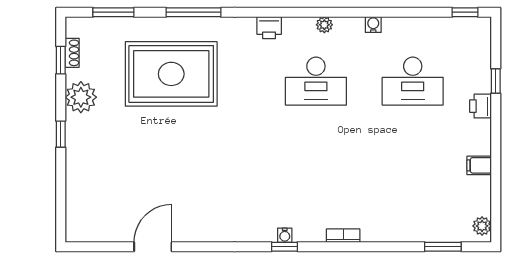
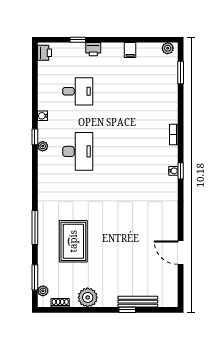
window: (465, 12) -> (35, 137), moved
plant: (92, 25) -> (43, 291), added
printer: (269, 28) -> (45, 53), moved
window: (61, 60) -> (65, 310), removed
rug: (171, 74) -> (73, 241), width x0.73, depth x0.69
desk: (413, 81) -> (78, 91), width x0.73
window: (61, 134) -> (127, 310), moved
bench: (74, 178) -> (138, 302), added

